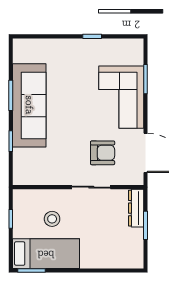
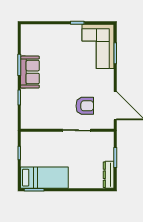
corner sofa: (121, 97) -> (98, 46), moved
sofa: (29, 105) -> (30, 72), width x0.54, depth x0.79
dresser: (136, 208) -> (109, 175), moved
stool: (52, 219) -> (49, 153), removed

